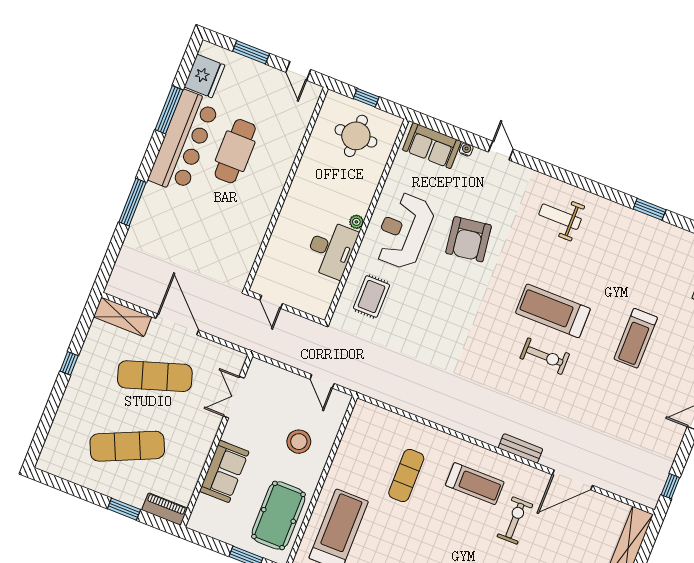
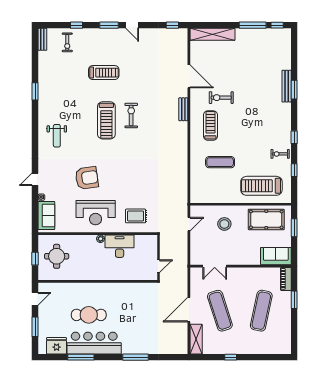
exercise mat: (127, 446) -> (261, 311), turned 36
sofa: (224, 471) -> (276, 256), moved

